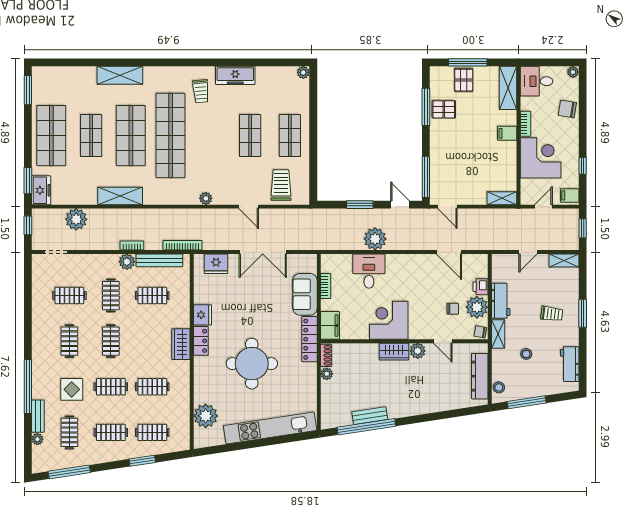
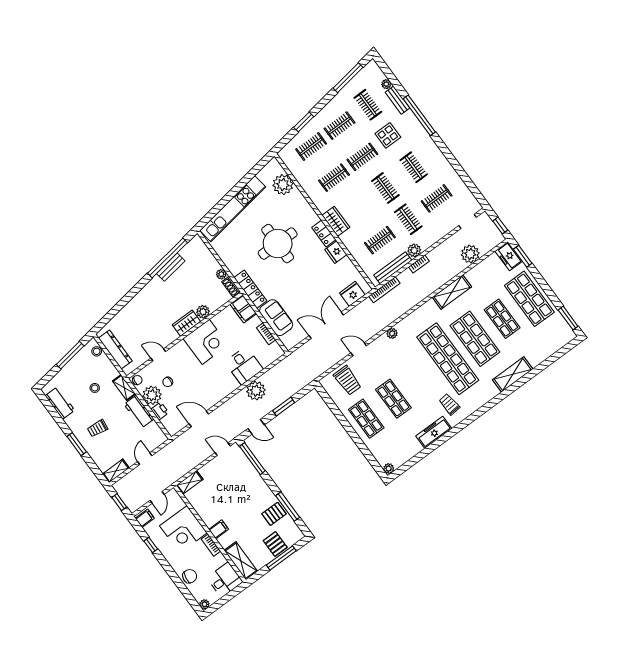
plant: (418, 351) -> (203, 312), moved

